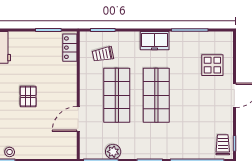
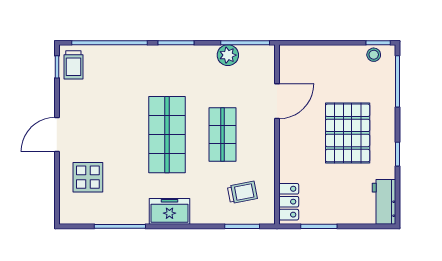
shop shelf: (117, 95) -> (223, 135), width x0.70, depth x0.74
pallet: (28, 96) -> (348, 133), width x2.05, depth x2.00

